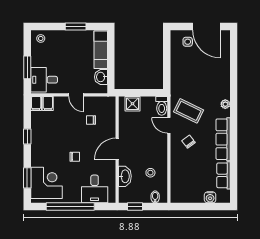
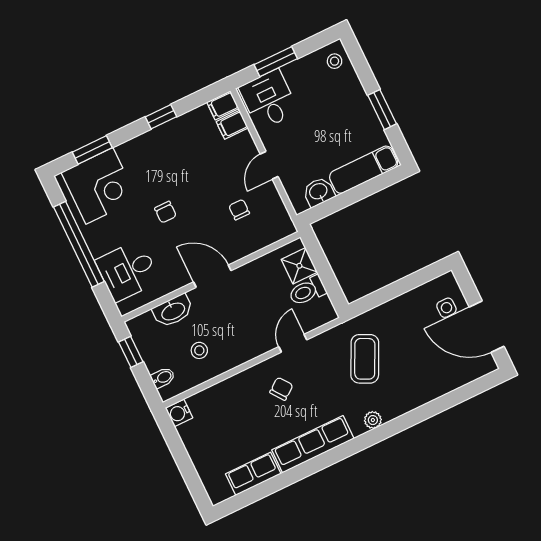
door: (206, 27) -> (487, 327), hinge flipped
toilet: (162, 106) -> (307, 291), moved
coffee table: (189, 111) -> (365, 359), moved
water cooler: (210, 197) -> (179, 413), moved

